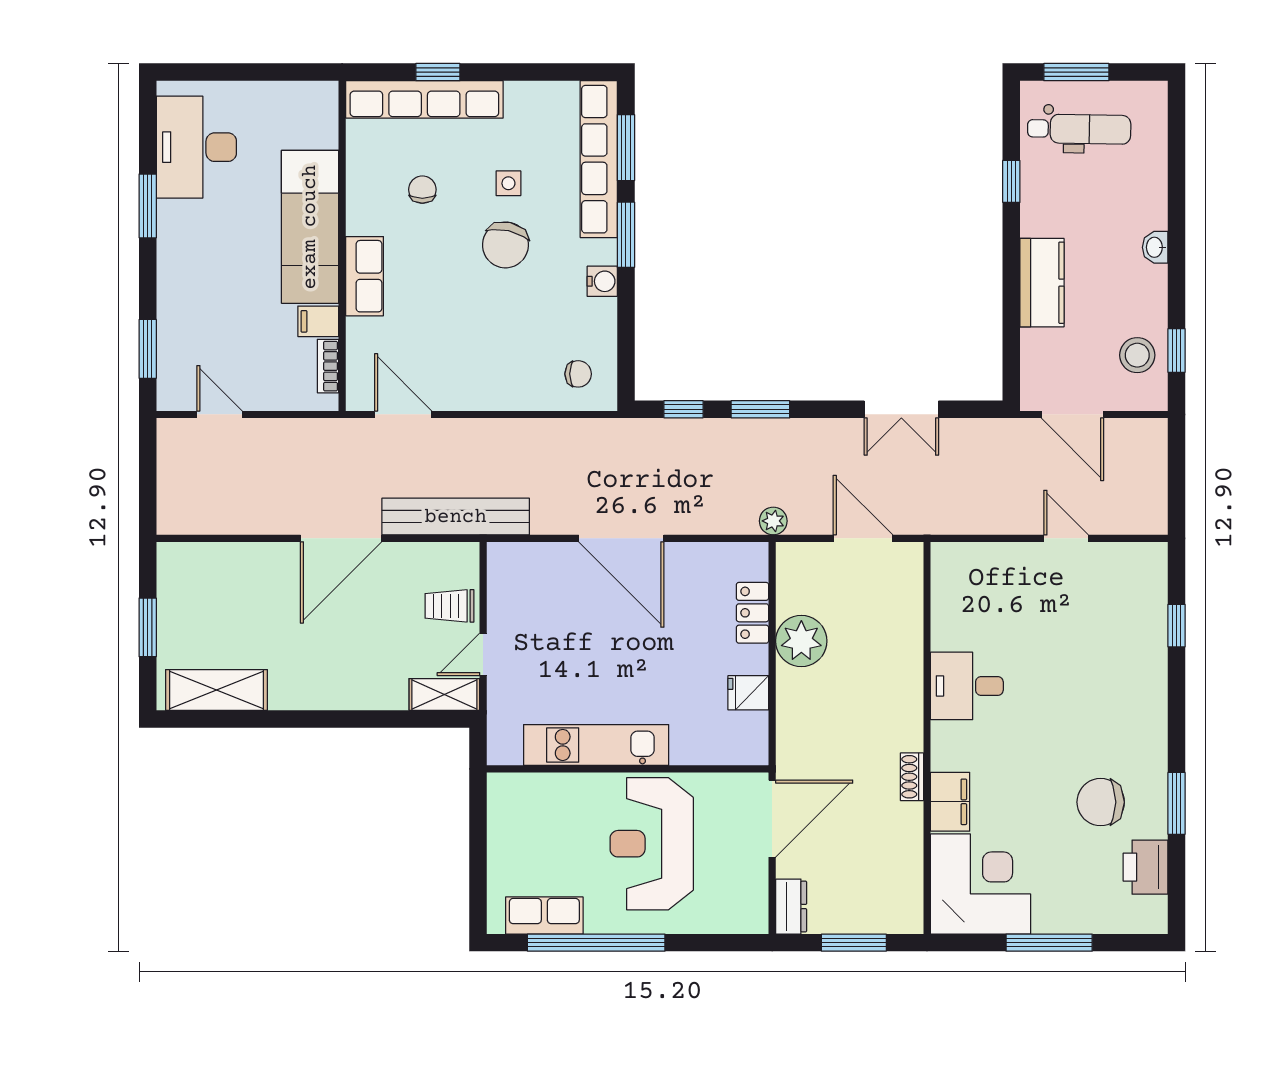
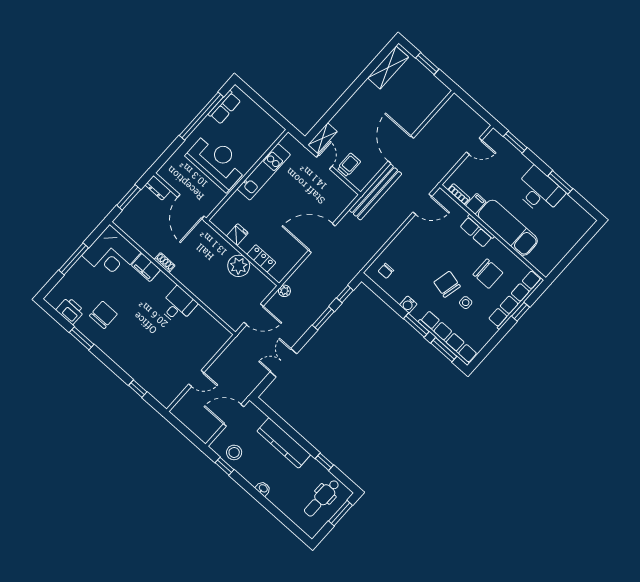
desk: (196, 147) -> (539, 191), moved
chair: (422, 190) -> (488, 274), width x1.87, depth x1.87
kitchen counter: (1042, 283) -> (284, 443), width x1.50

